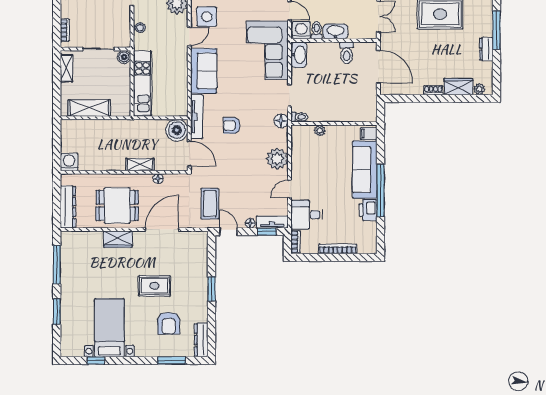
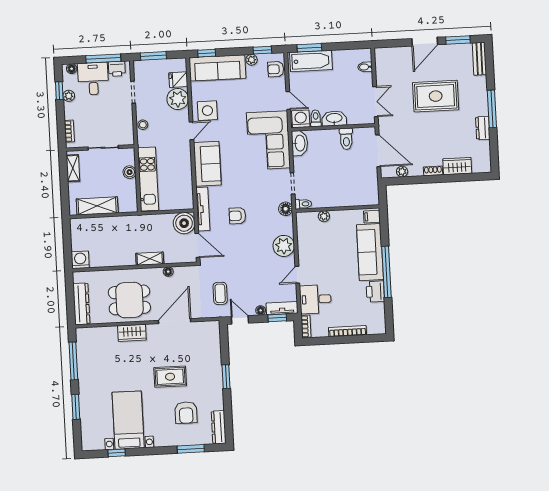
boiler: (124, 57) -> (130, 172), moved
plant: (479, 89) -> (402, 172), moved
coffee table: (210, 204) -> (220, 293), width x0.73, depth x0.77

